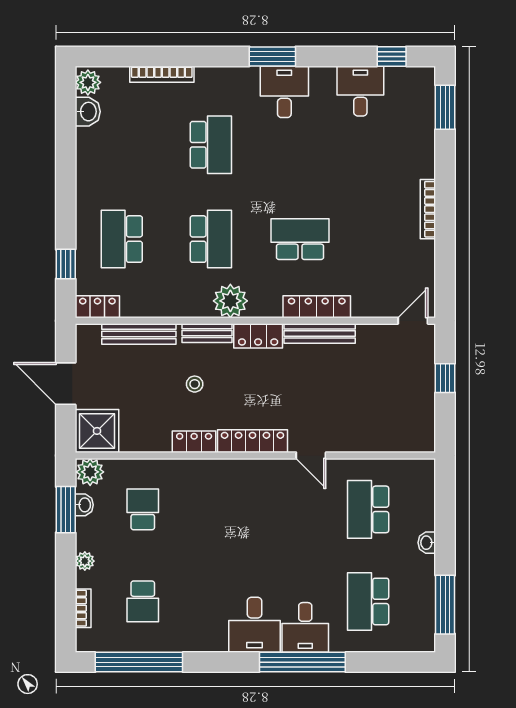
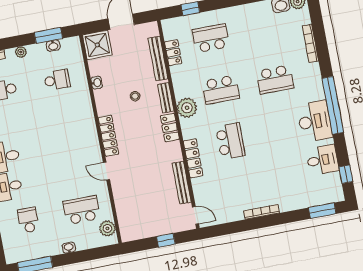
window: (272, 56) -> (333, 105), width x2.11
desk: (284, 92) -> (315, 121), width x1.37
locker: (97, 307) -> (173, 53), moved
bench: (320, 334) -> (182, 183), moved
locker: (194, 442) -> (102, 102), removed
washbasin: (160, 444) -> (97, 83), added
door: (311, 456) -> (106, 171), hinge flipped
plant: (90, 472) -> (107, 228), moved
school desk: (368, 601) -> (28, 220), width x0.54

